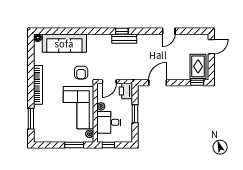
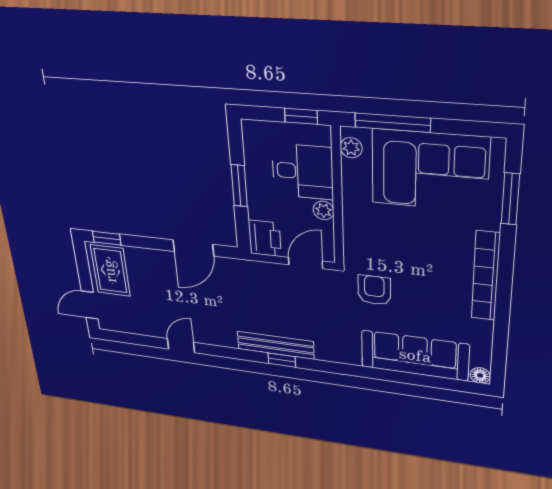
bench: (124, 39) -> (276, 345), width x1.36
corner sofa: (79, 108) -> (430, 171), moved, turned 90
window: (74, 145) -> (393, 123), width x1.44

